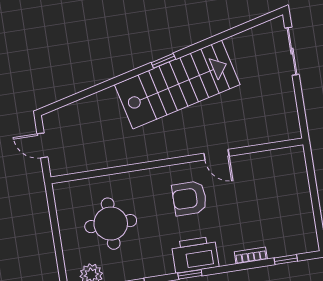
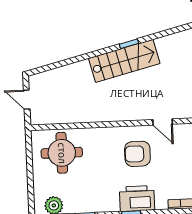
stairs: (177, 85) -> (124, 61), width x0.73, depth x0.66
round table: (111, 224) -> (62, 153), moved

